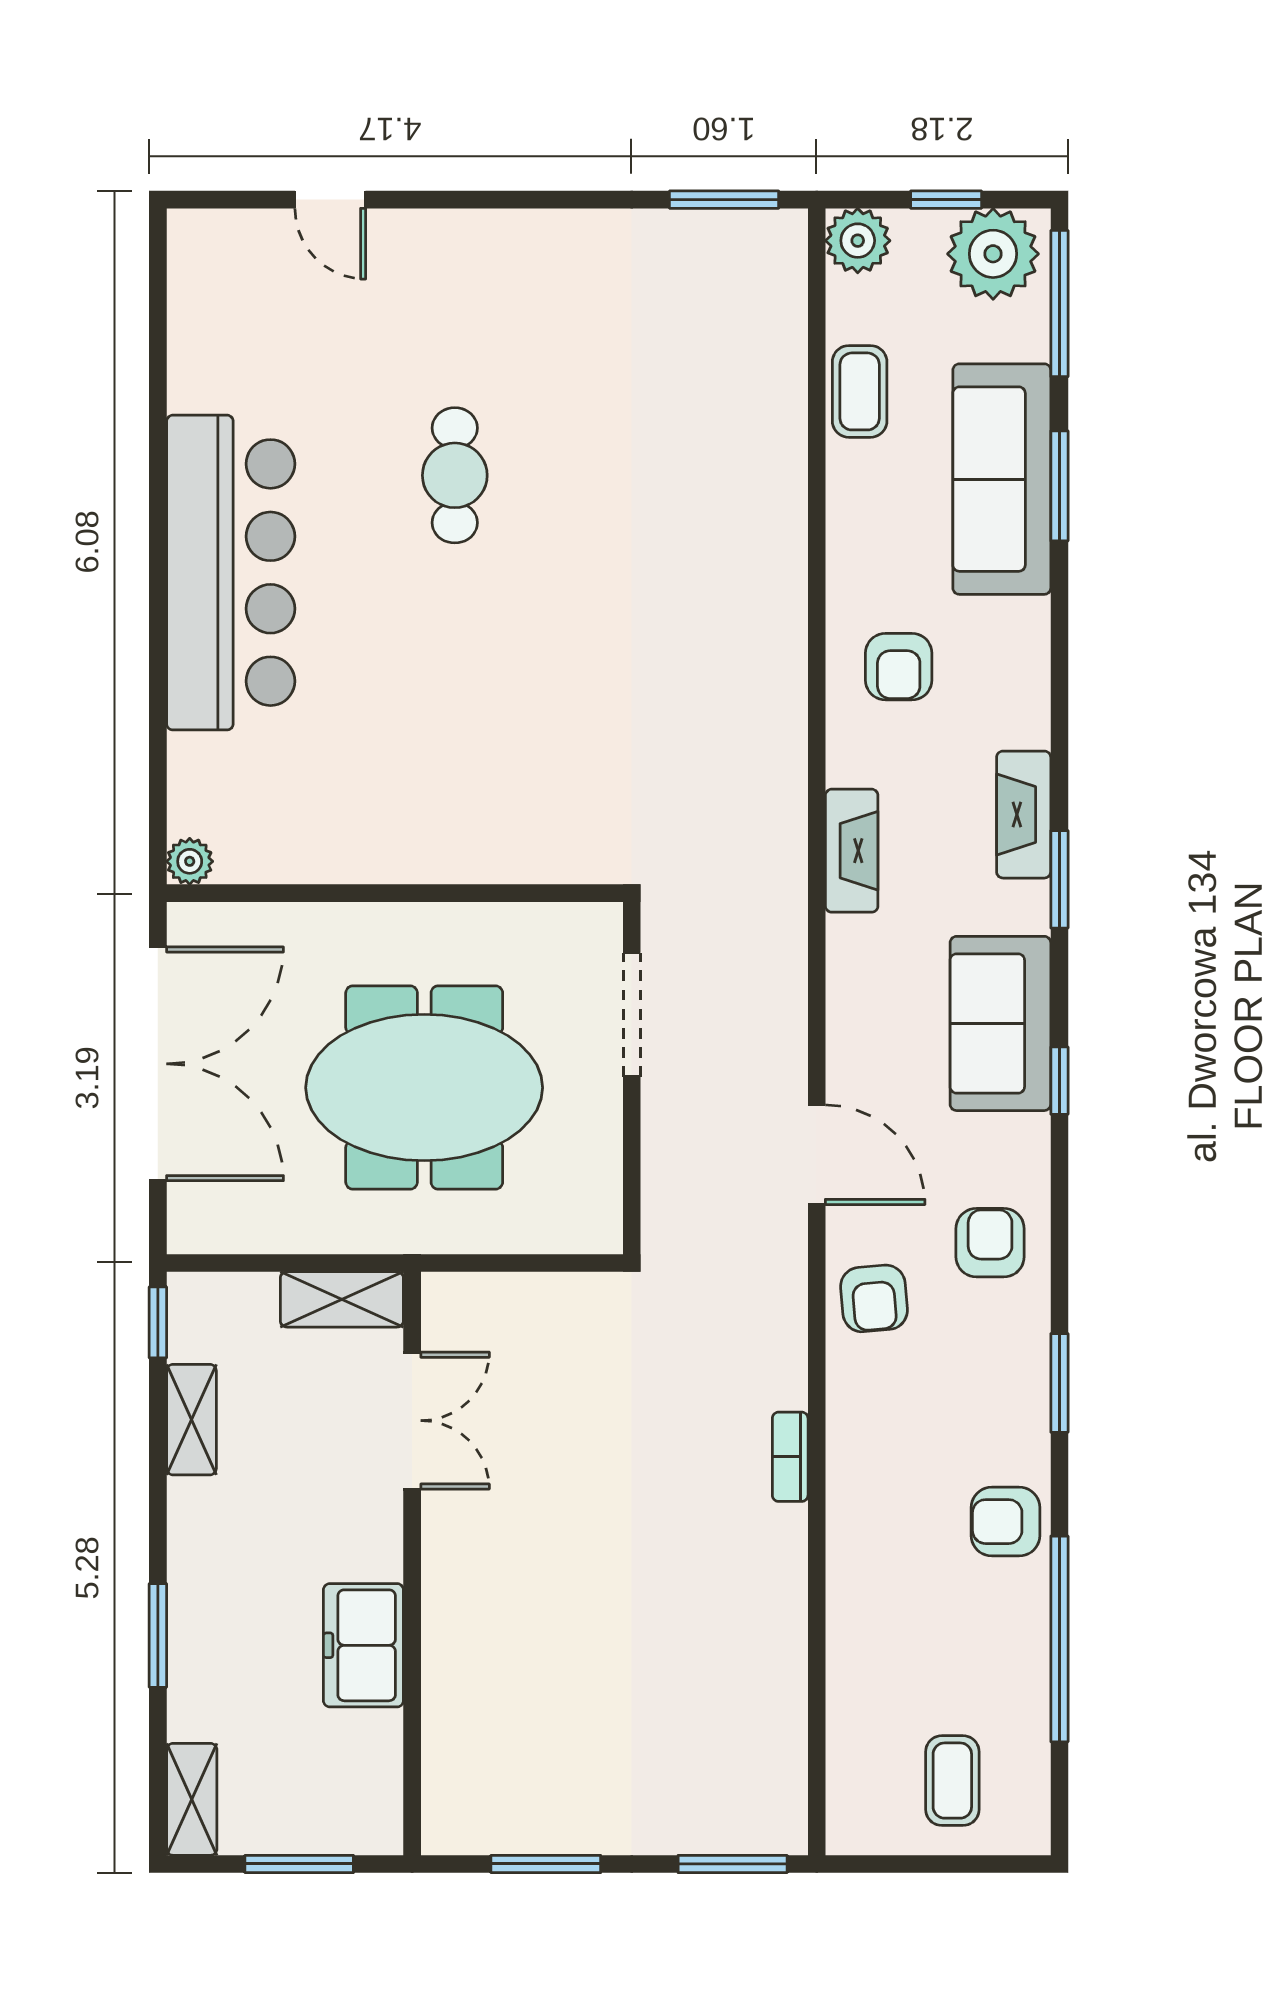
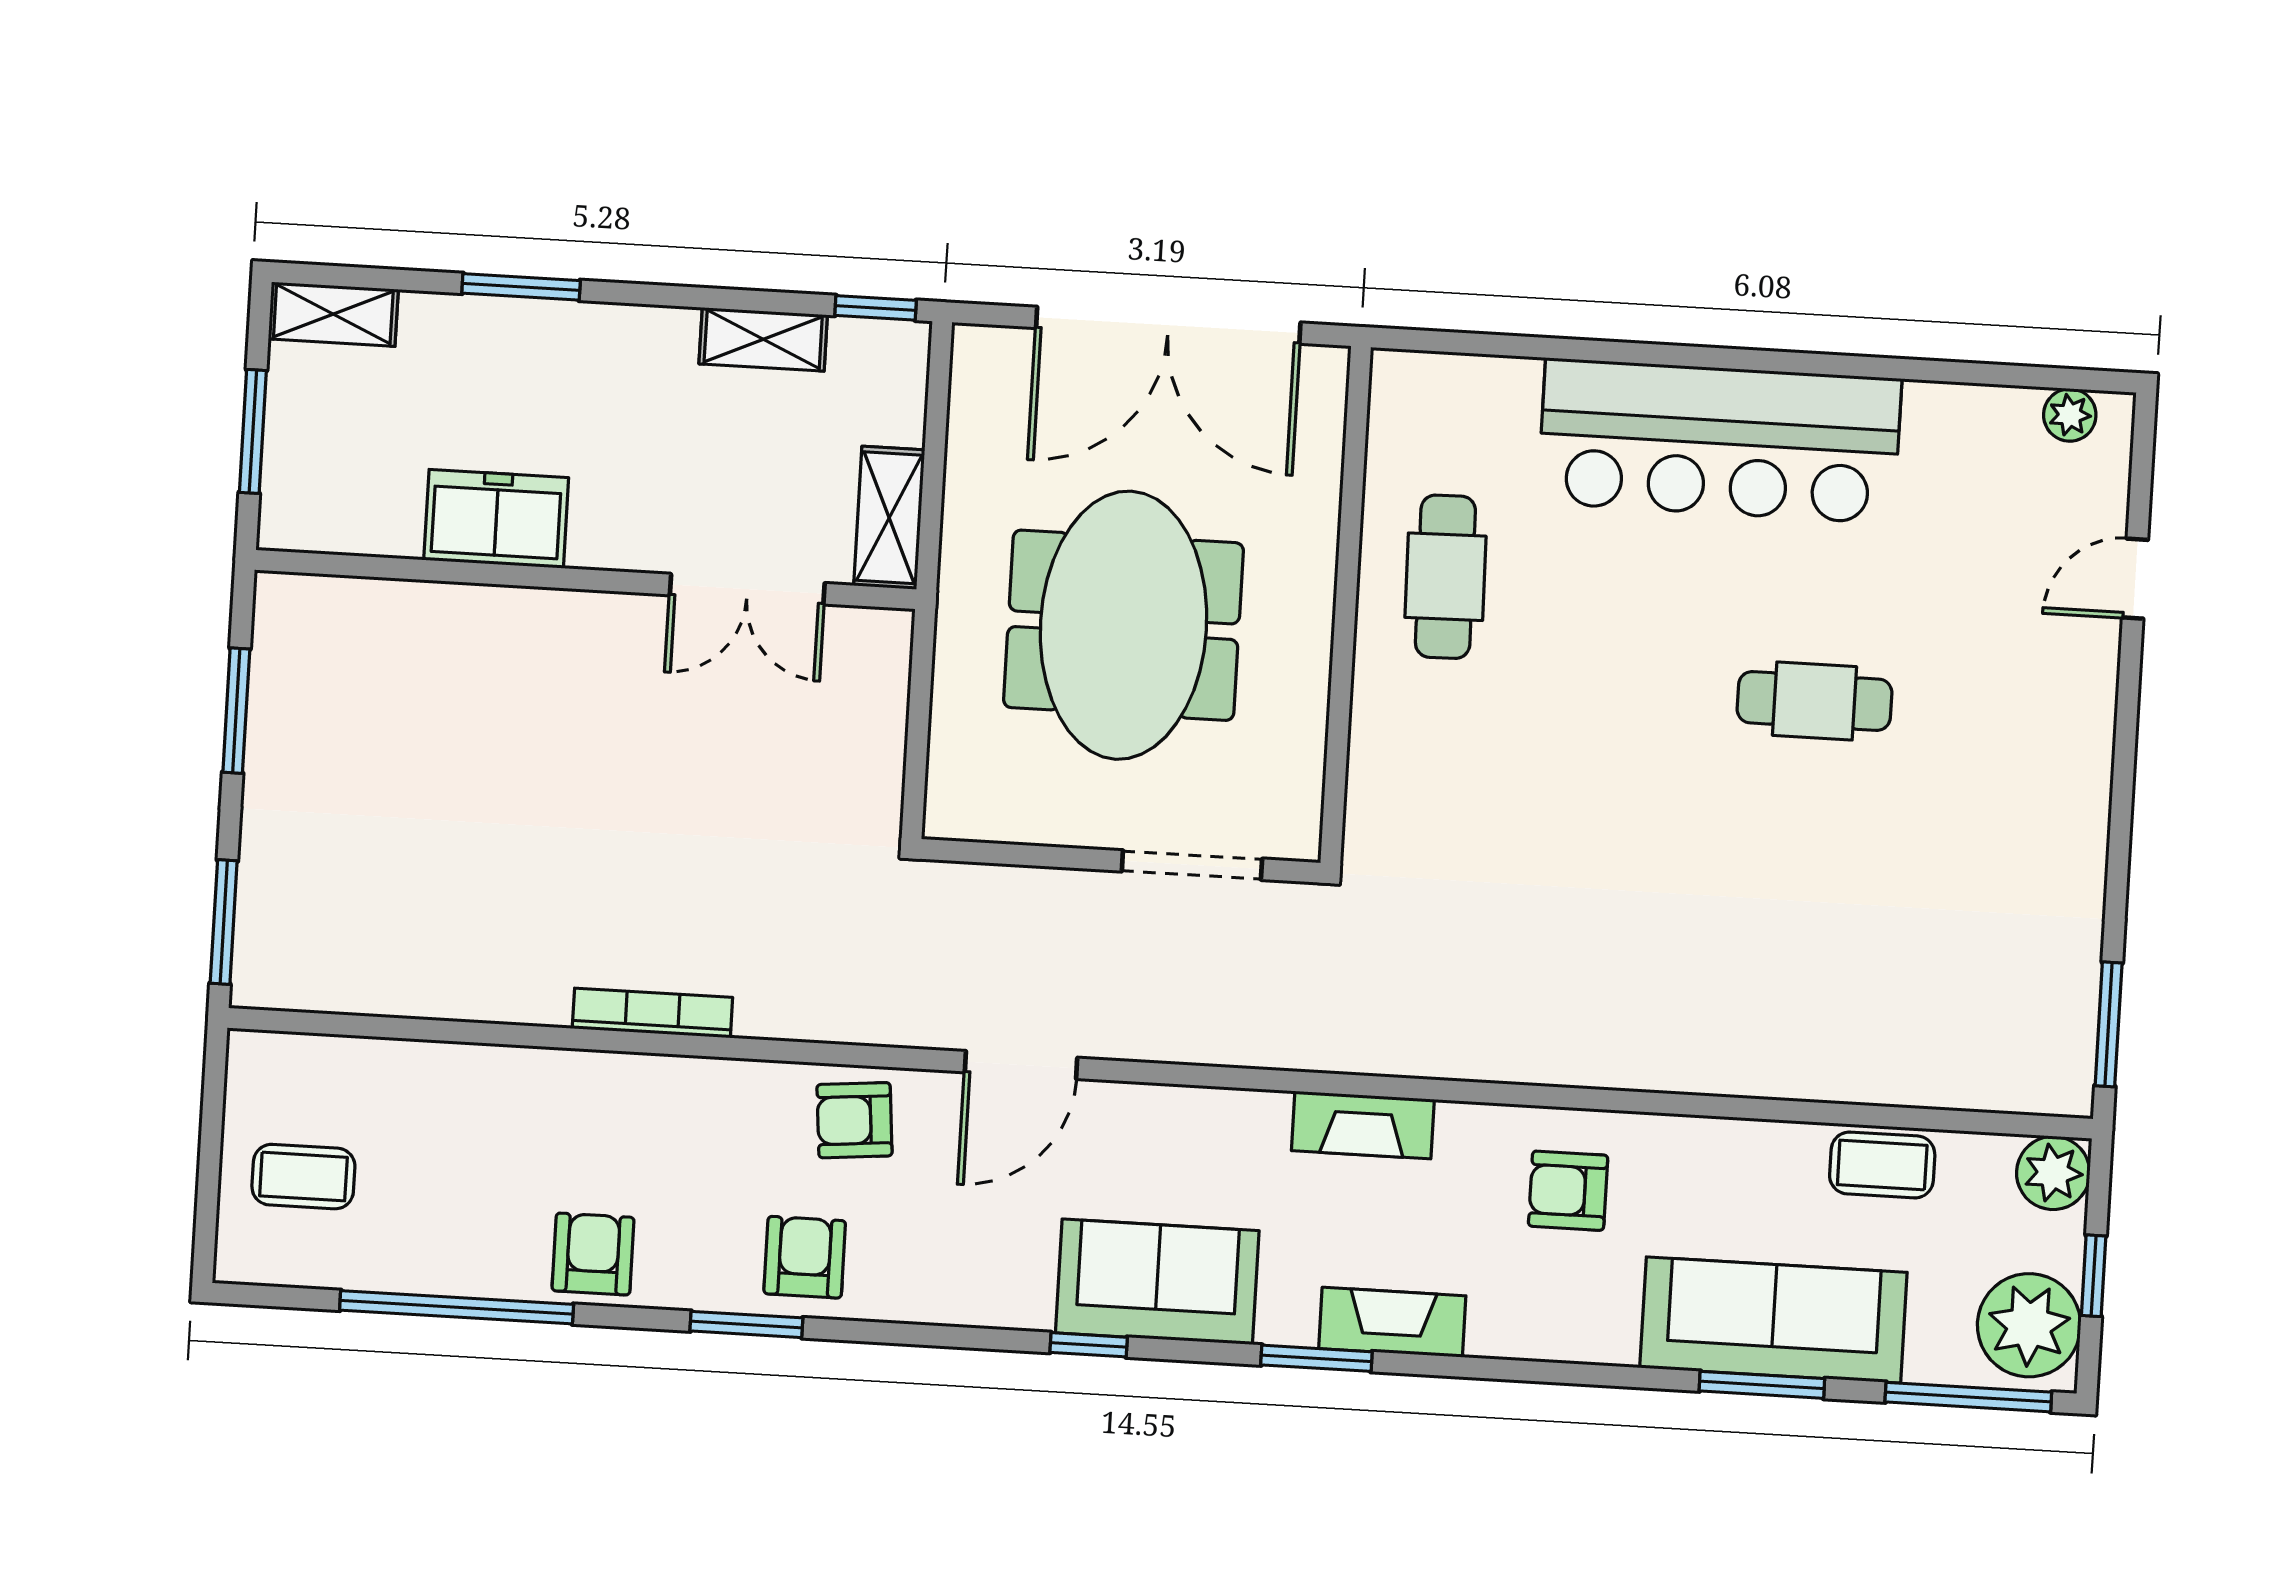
cafe table: (365, 807) -> (1445, 577), added
plant: (190, 861) -> (2070, 415), moved
armchair: (990, 1243) -> (805, 1257), moved, turned -90
bookcase: (790, 1457) -> (652, 1013), width x1.56

